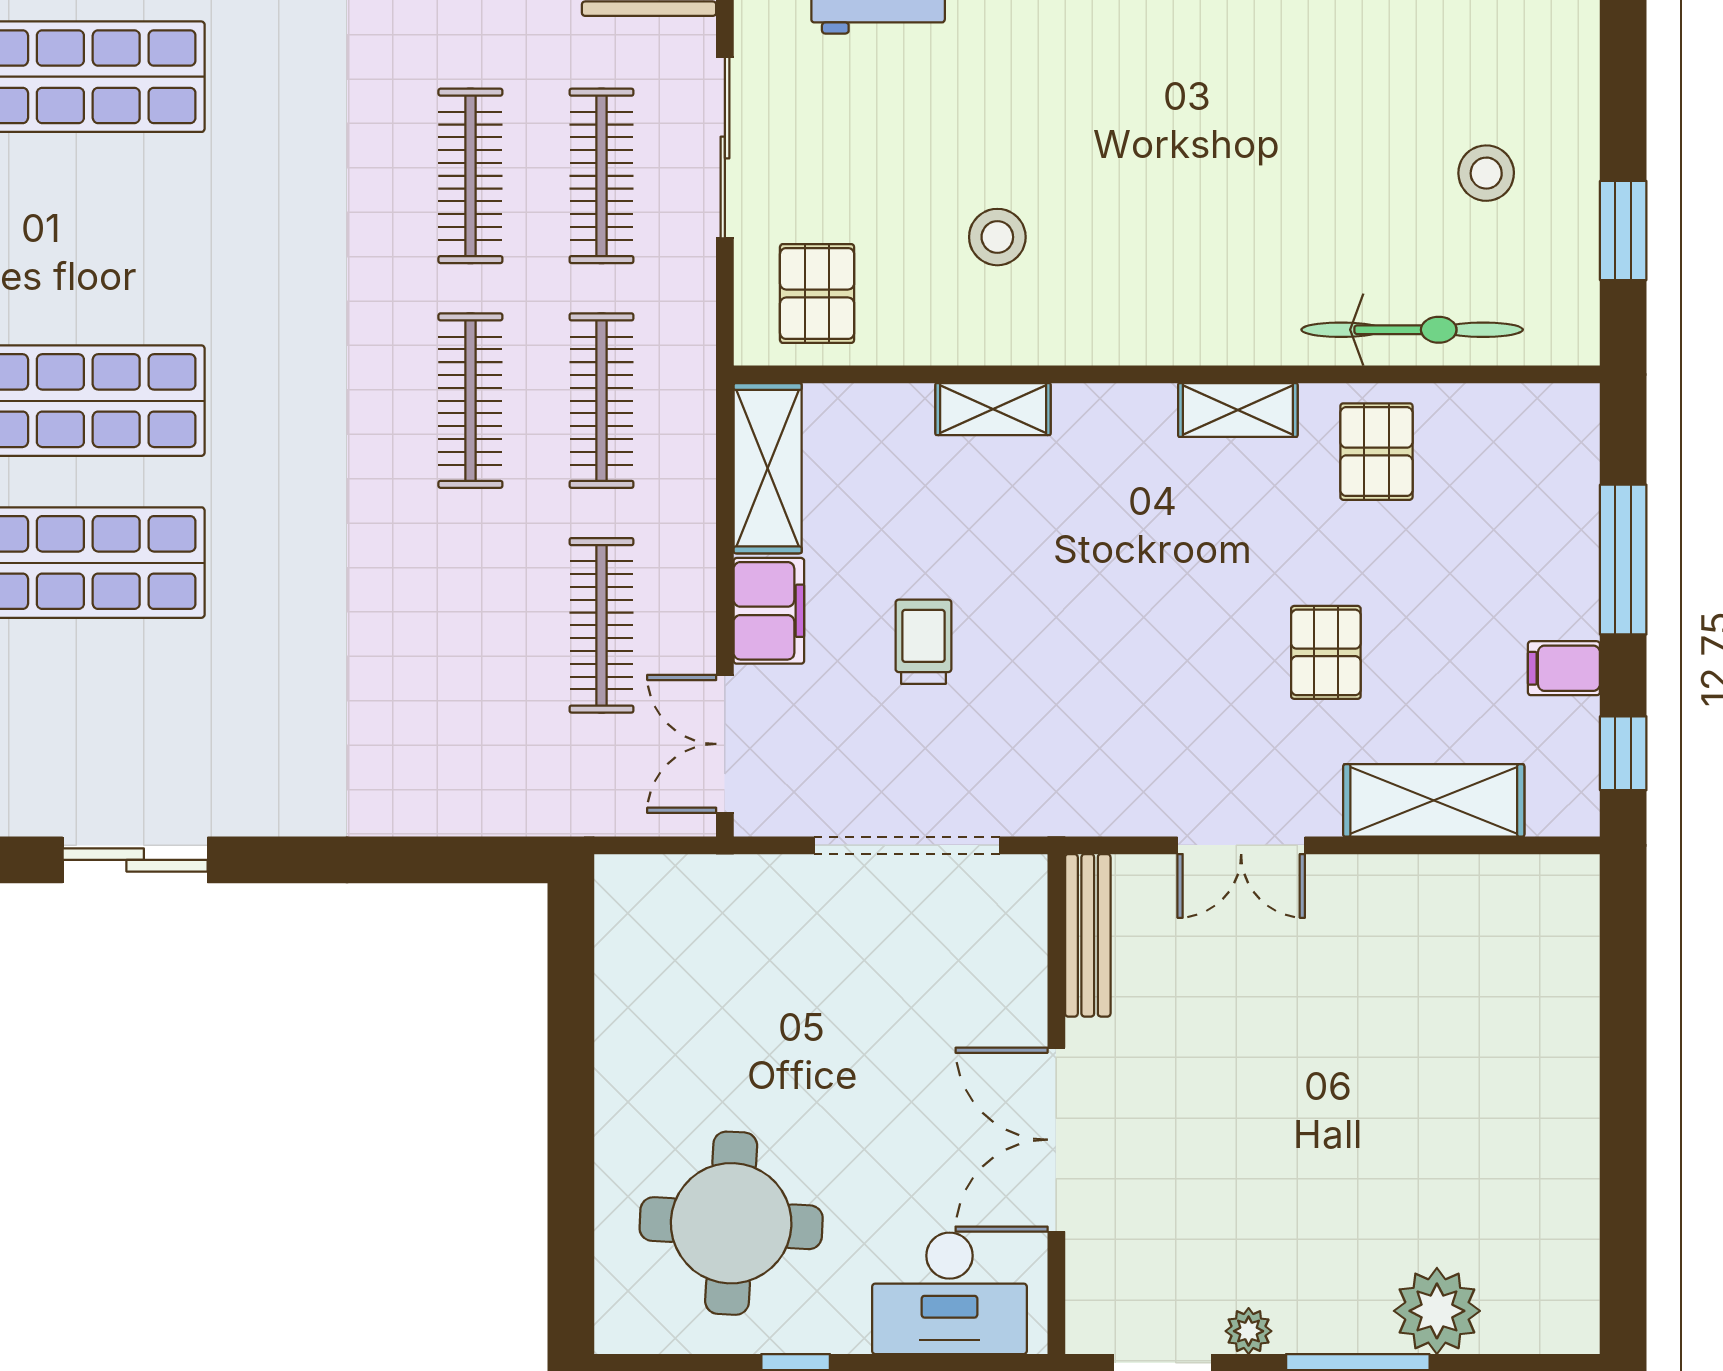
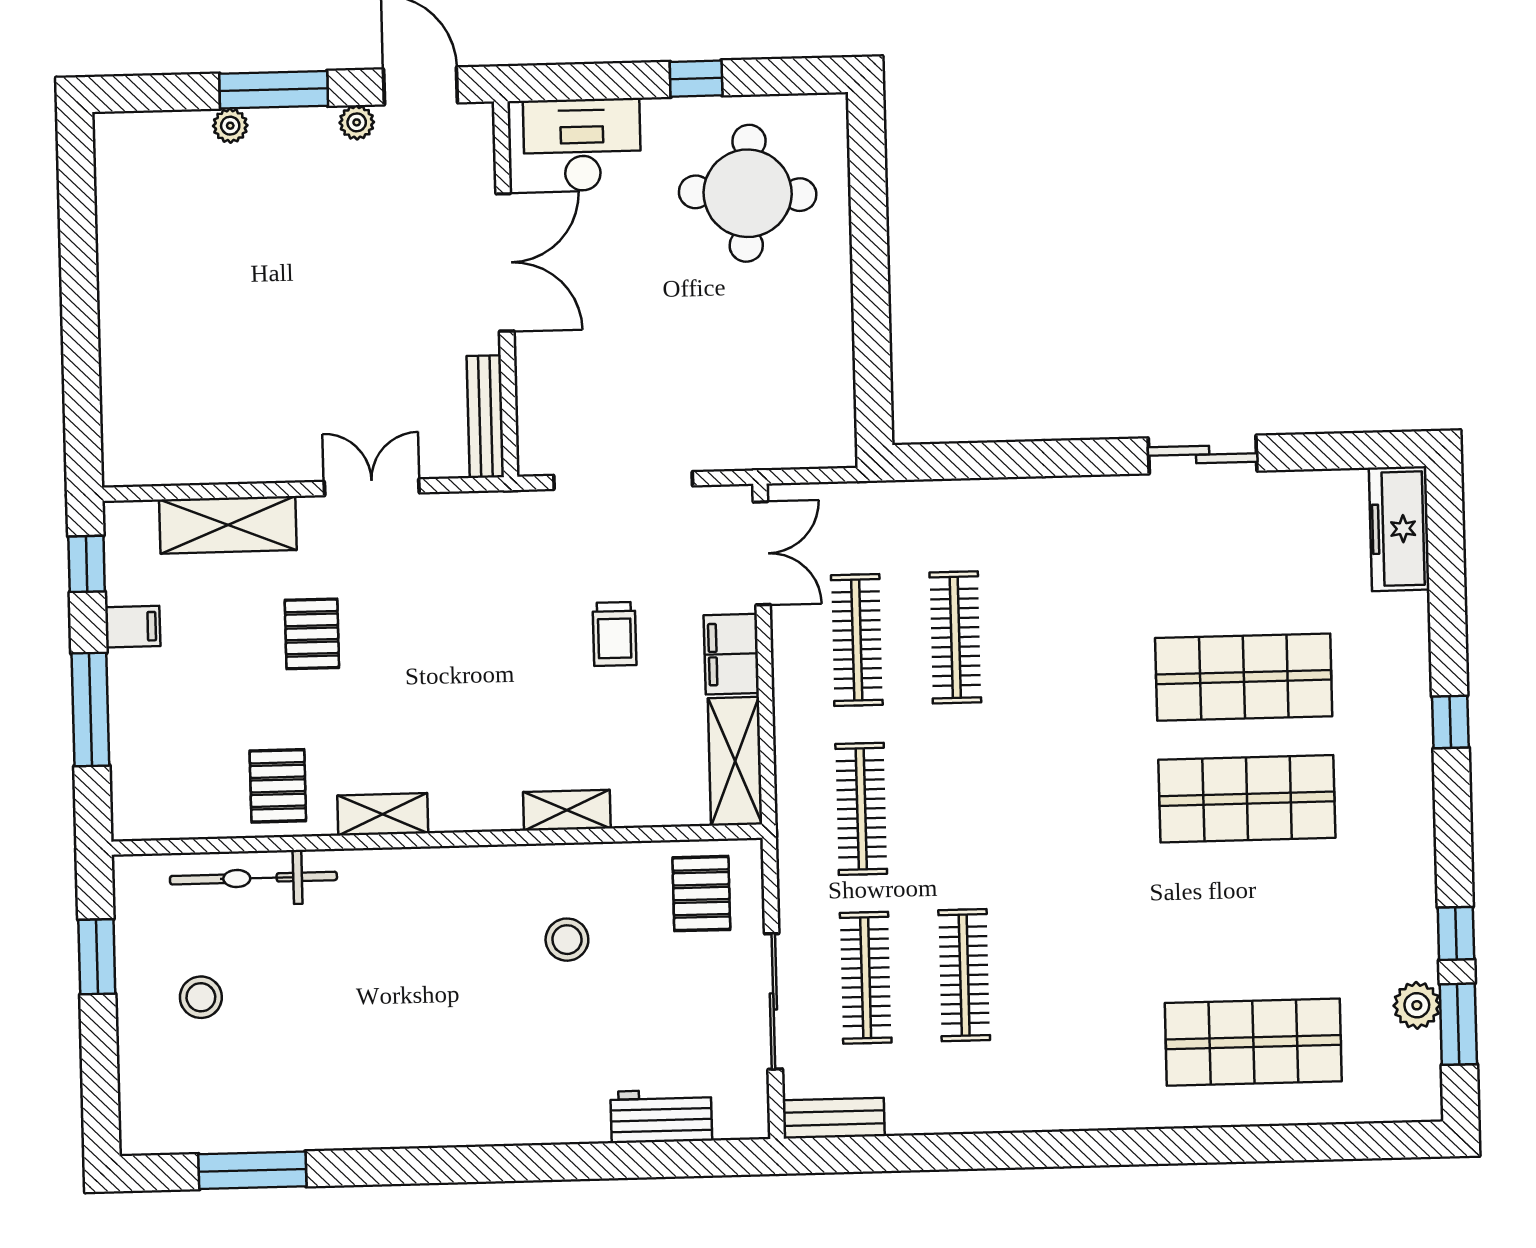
clothes rail: (470, 401) -> (955, 637), moved
plant: (1437, 1311) -> (230, 126), width x0.53, depth x0.53

